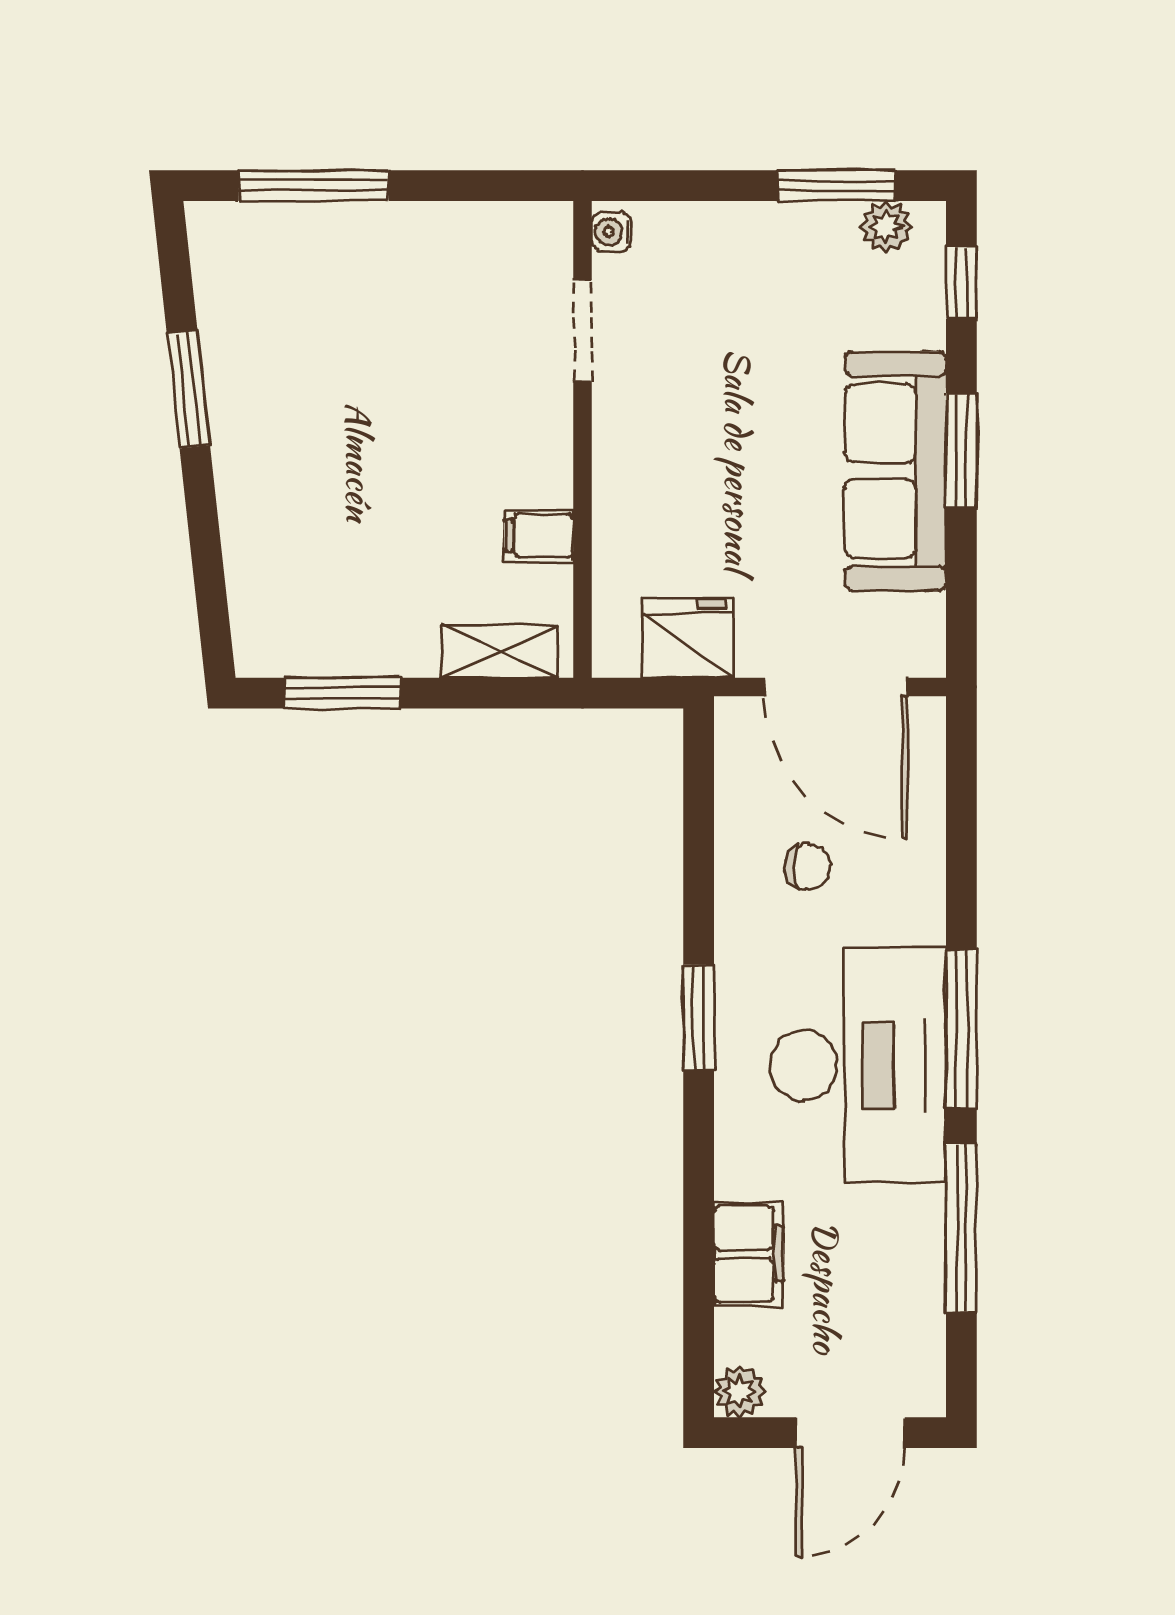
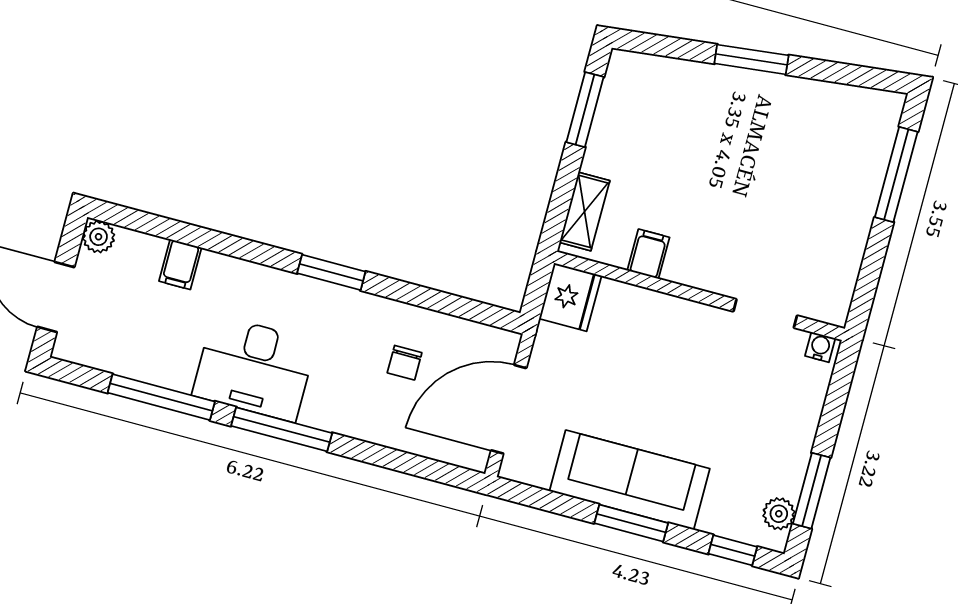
window: (188, 389) -> (751, 59), moved
fridge: (688, 638) -> (570, 297), moved
desk: (858, 1065) -> (254, 368), width x0.73, depth x0.77
filing cabinet: (749, 1254) -> (180, 264), width x0.50

